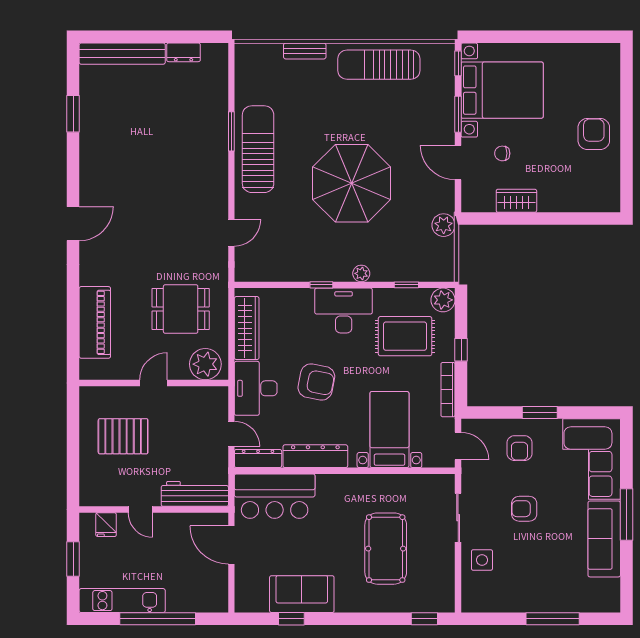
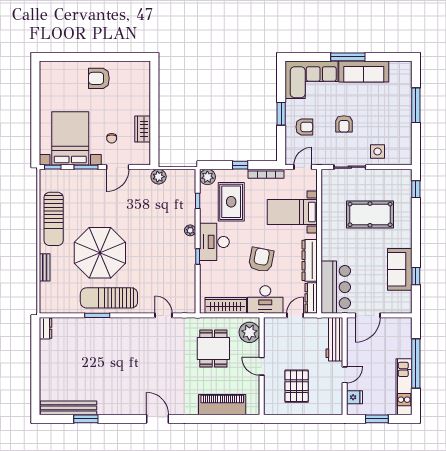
dresser: (183, 52) -> (46, 328), moved
bench: (122, 54) -> (68, 408), moved, turned 90
parasol: (352, 183) -> (100, 253), moved

